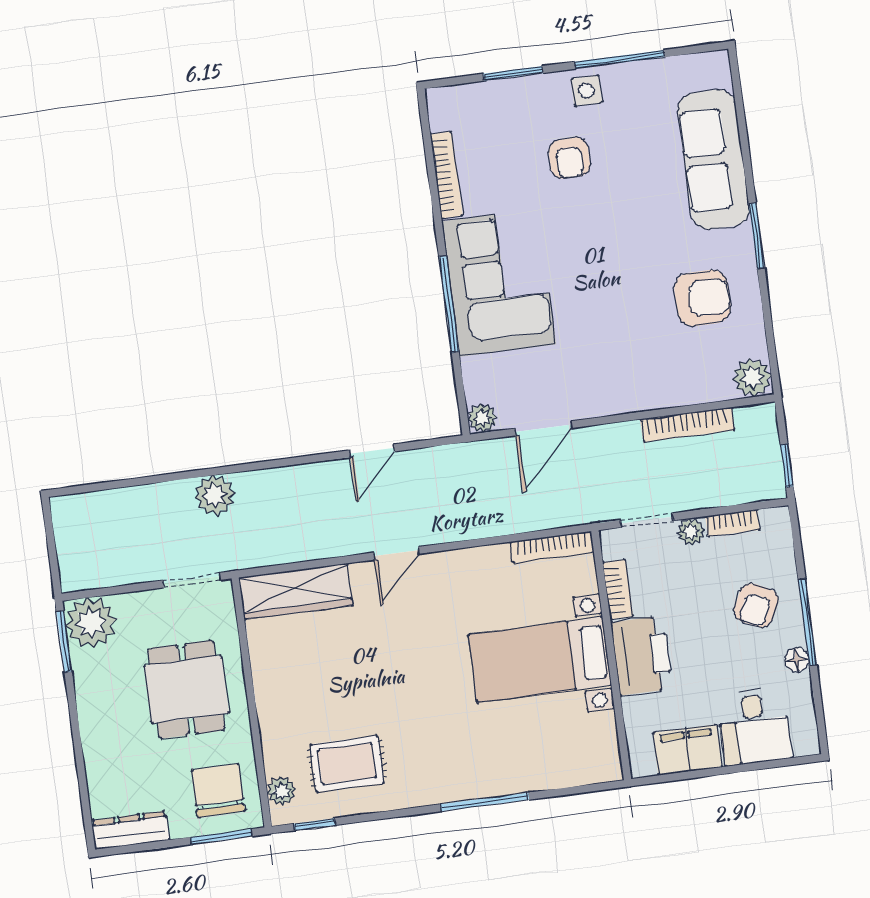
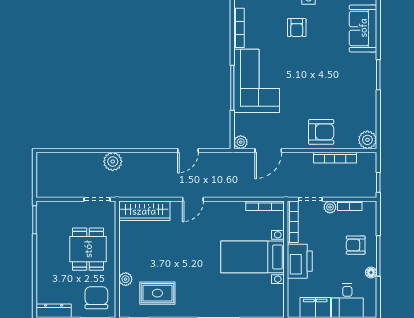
sofa: (714, 159) -> (363, 28), width x0.73
armchair: (703, 298) -> (321, 132), moved
bookcase: (618, 589) -> (293, 222), width x1.56
armchair: (756, 605) -> (356, 245), turned 64
plant: (91, 623) -> (48, 213), removed
plant: (281, 791) -> (126, 279), moved

